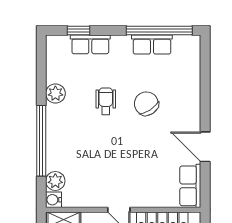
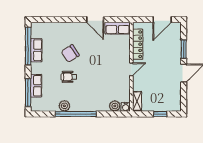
window: (78, 30) -> (28, 93), width x2.17
window: (41, 141) -> (76, 114), moved
door: (205, 147) -> (95, 20), hinge flipped

